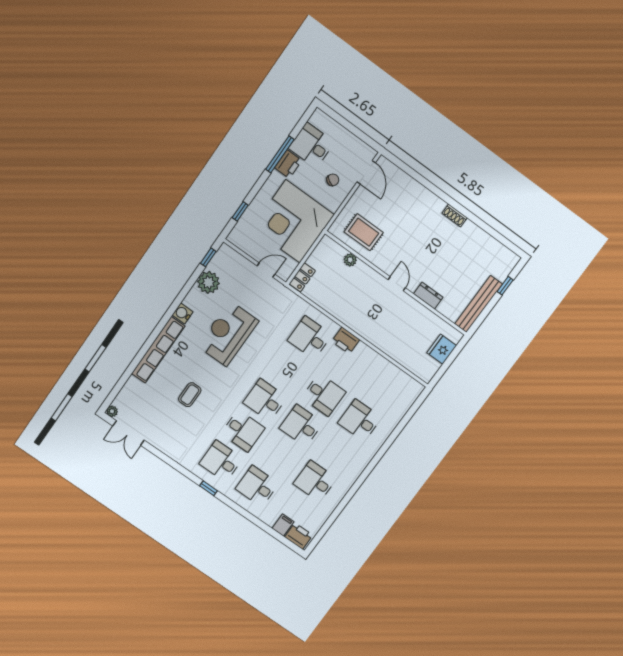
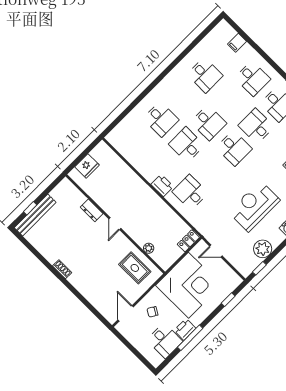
bench: (479, 304) -> (35, 215), moved
reception desk: (228, 334) -> (254, 206), turned 180
desk: (310, 338) -> (190, 192), turned 180
printer: (299, 536) -> (226, 31), removed

